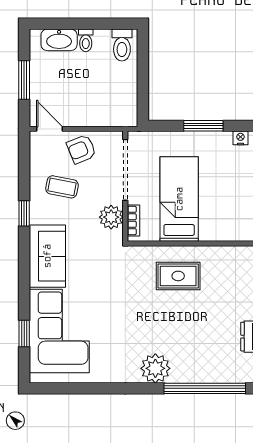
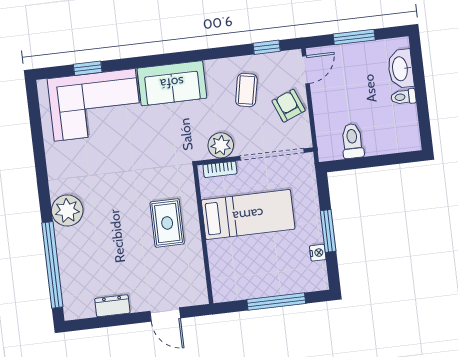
toilet: (122, 45) -> (352, 141), moved, turned 90
nightstand: (240, 138) -> (318, 253), moved
window: (24, 213) -> (267, 47), moved

